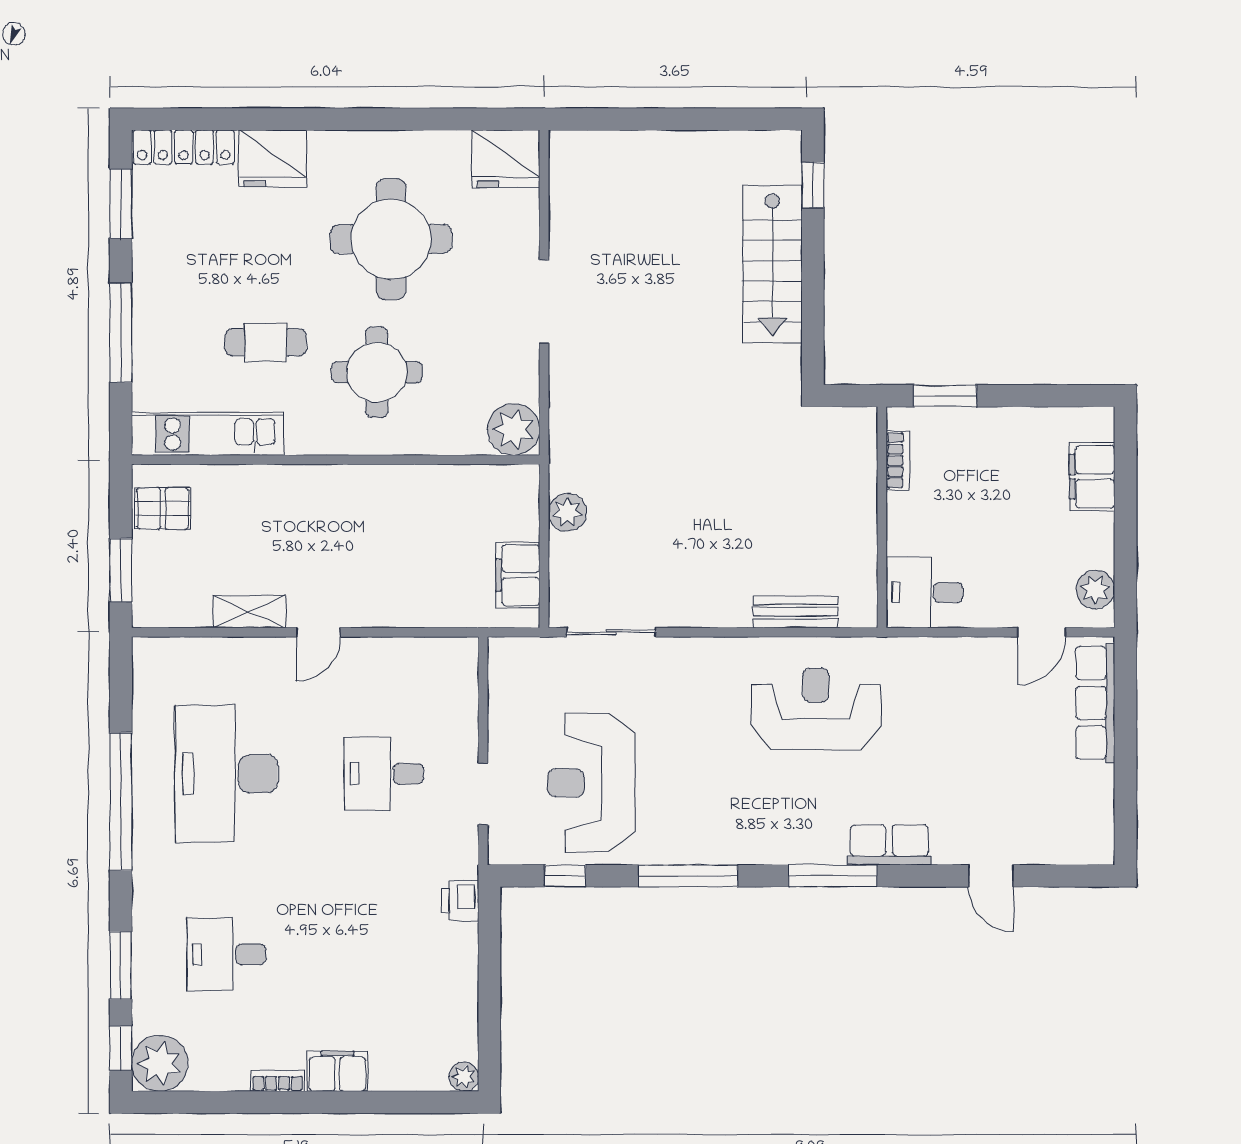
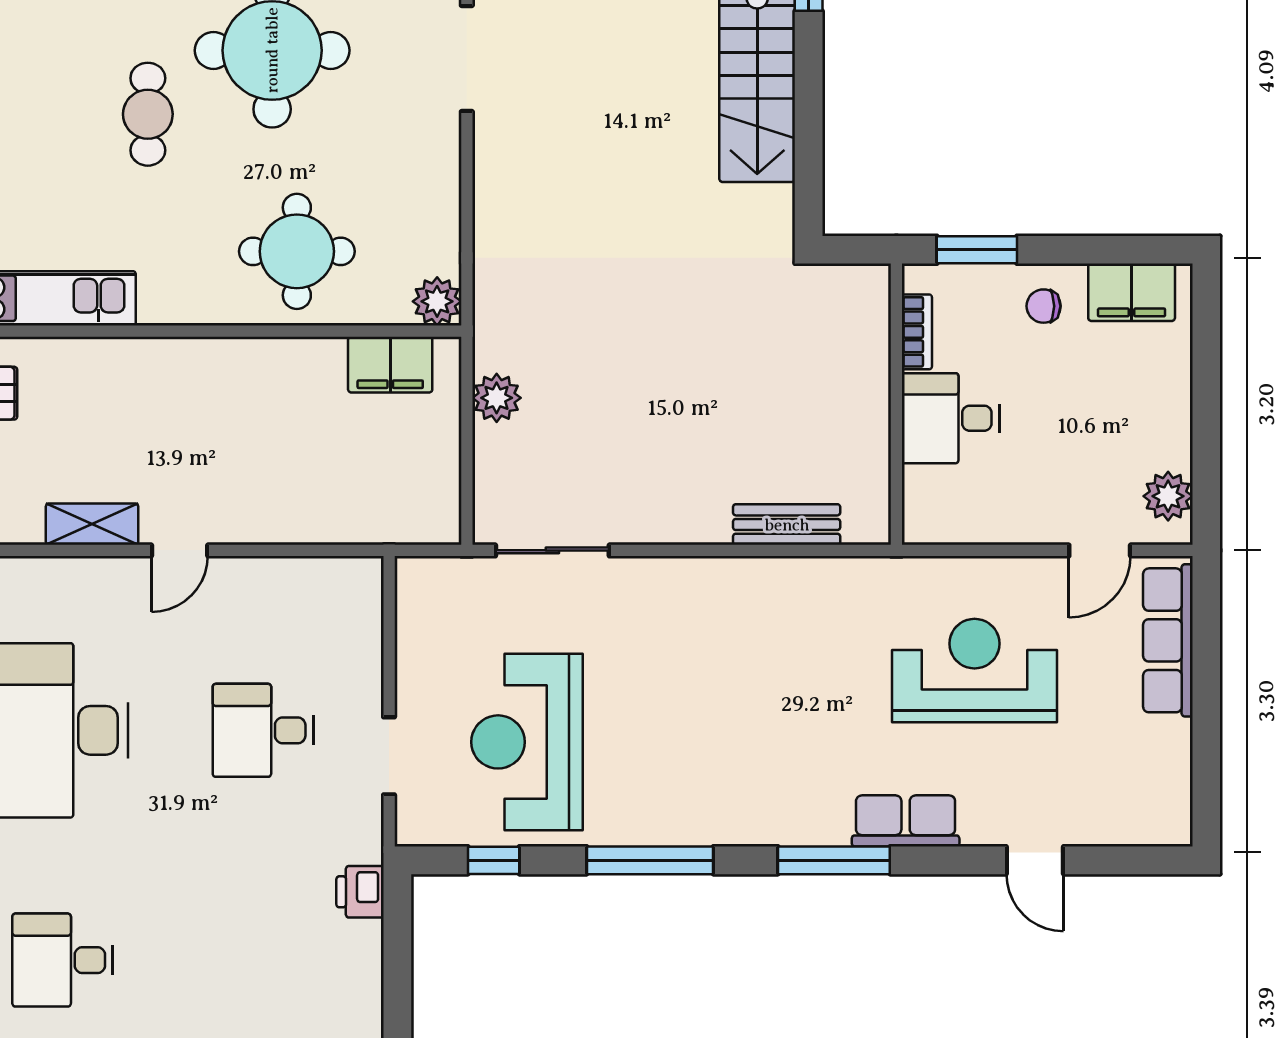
doorway: (544, 302) -> (467, 59), moved
cafe table: (266, 342) -> (148, 114), moved, turned 90
round table: (377, 372) -> (297, 251), moved
plant: (514, 429) -> (437, 301), width x0.73, depth x0.73
chair: (998, 440) -> (1044, 306), added
filing cabinet: (1092, 477) -> (1132, 292), moved, turned -90
filing cabinet: (518, 575) -> (390, 365), moved, turned -90
desk: (924, 592) -> (951, 418), moved
reception desk: (816, 709) -> (974, 671), moved

